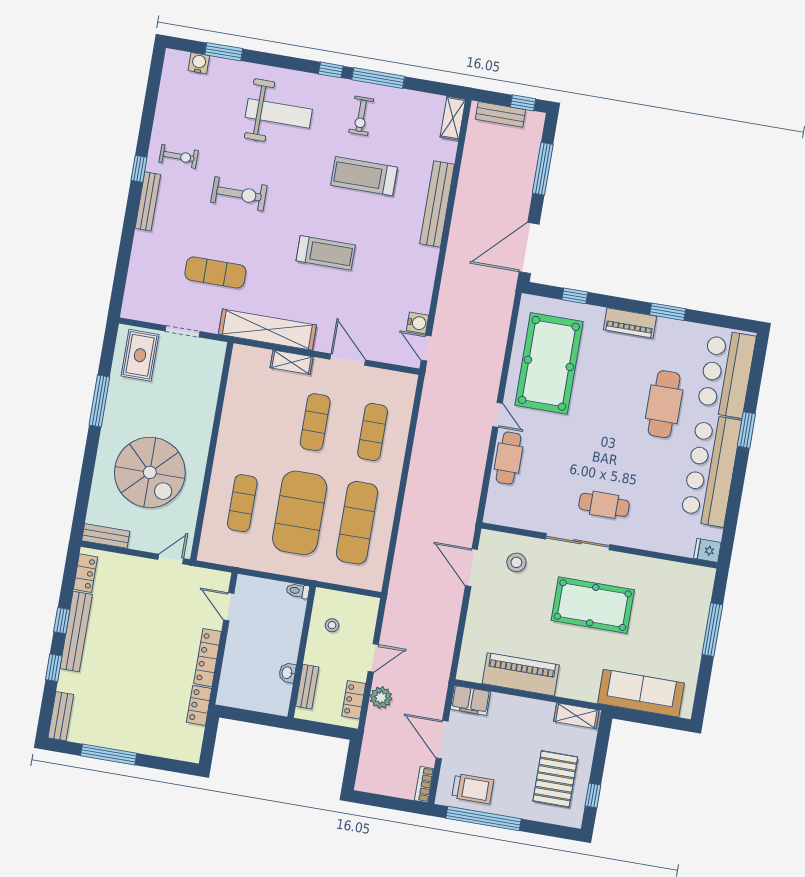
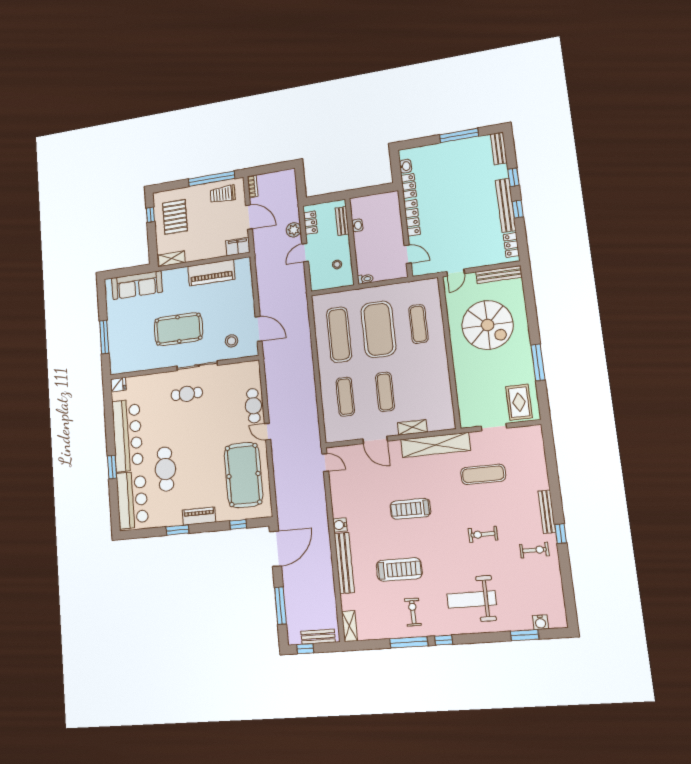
exercise bike: (179, 156) -> (534, 550), turned 180
exercise bike: (239, 194) -> (483, 534), width x0.73, depth x0.72
water cooler: (418, 323) -> (340, 525), moved
spiral stairs: (150, 472) -> (487, 325), turned 180
bench: (106, 536) -> (499, 275), width x1.36
washbasin: (195, 736) -> (406, 166), added

